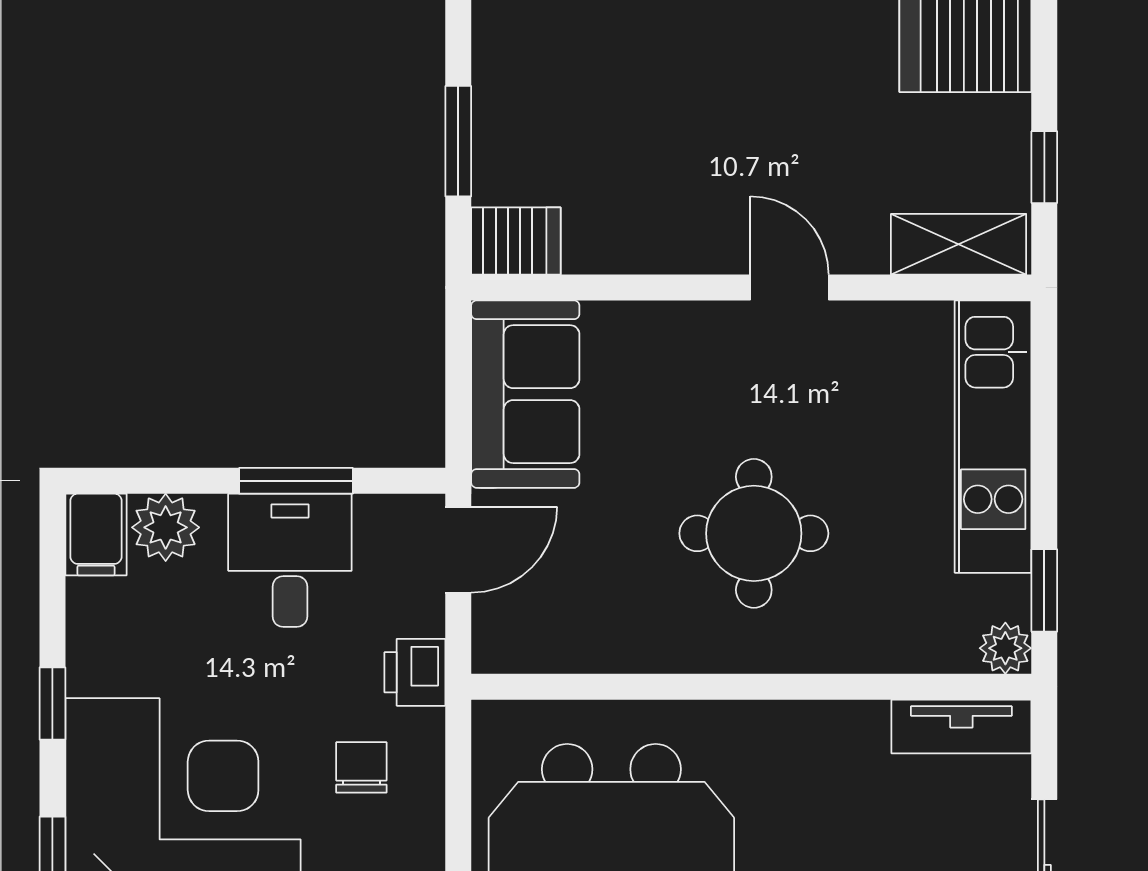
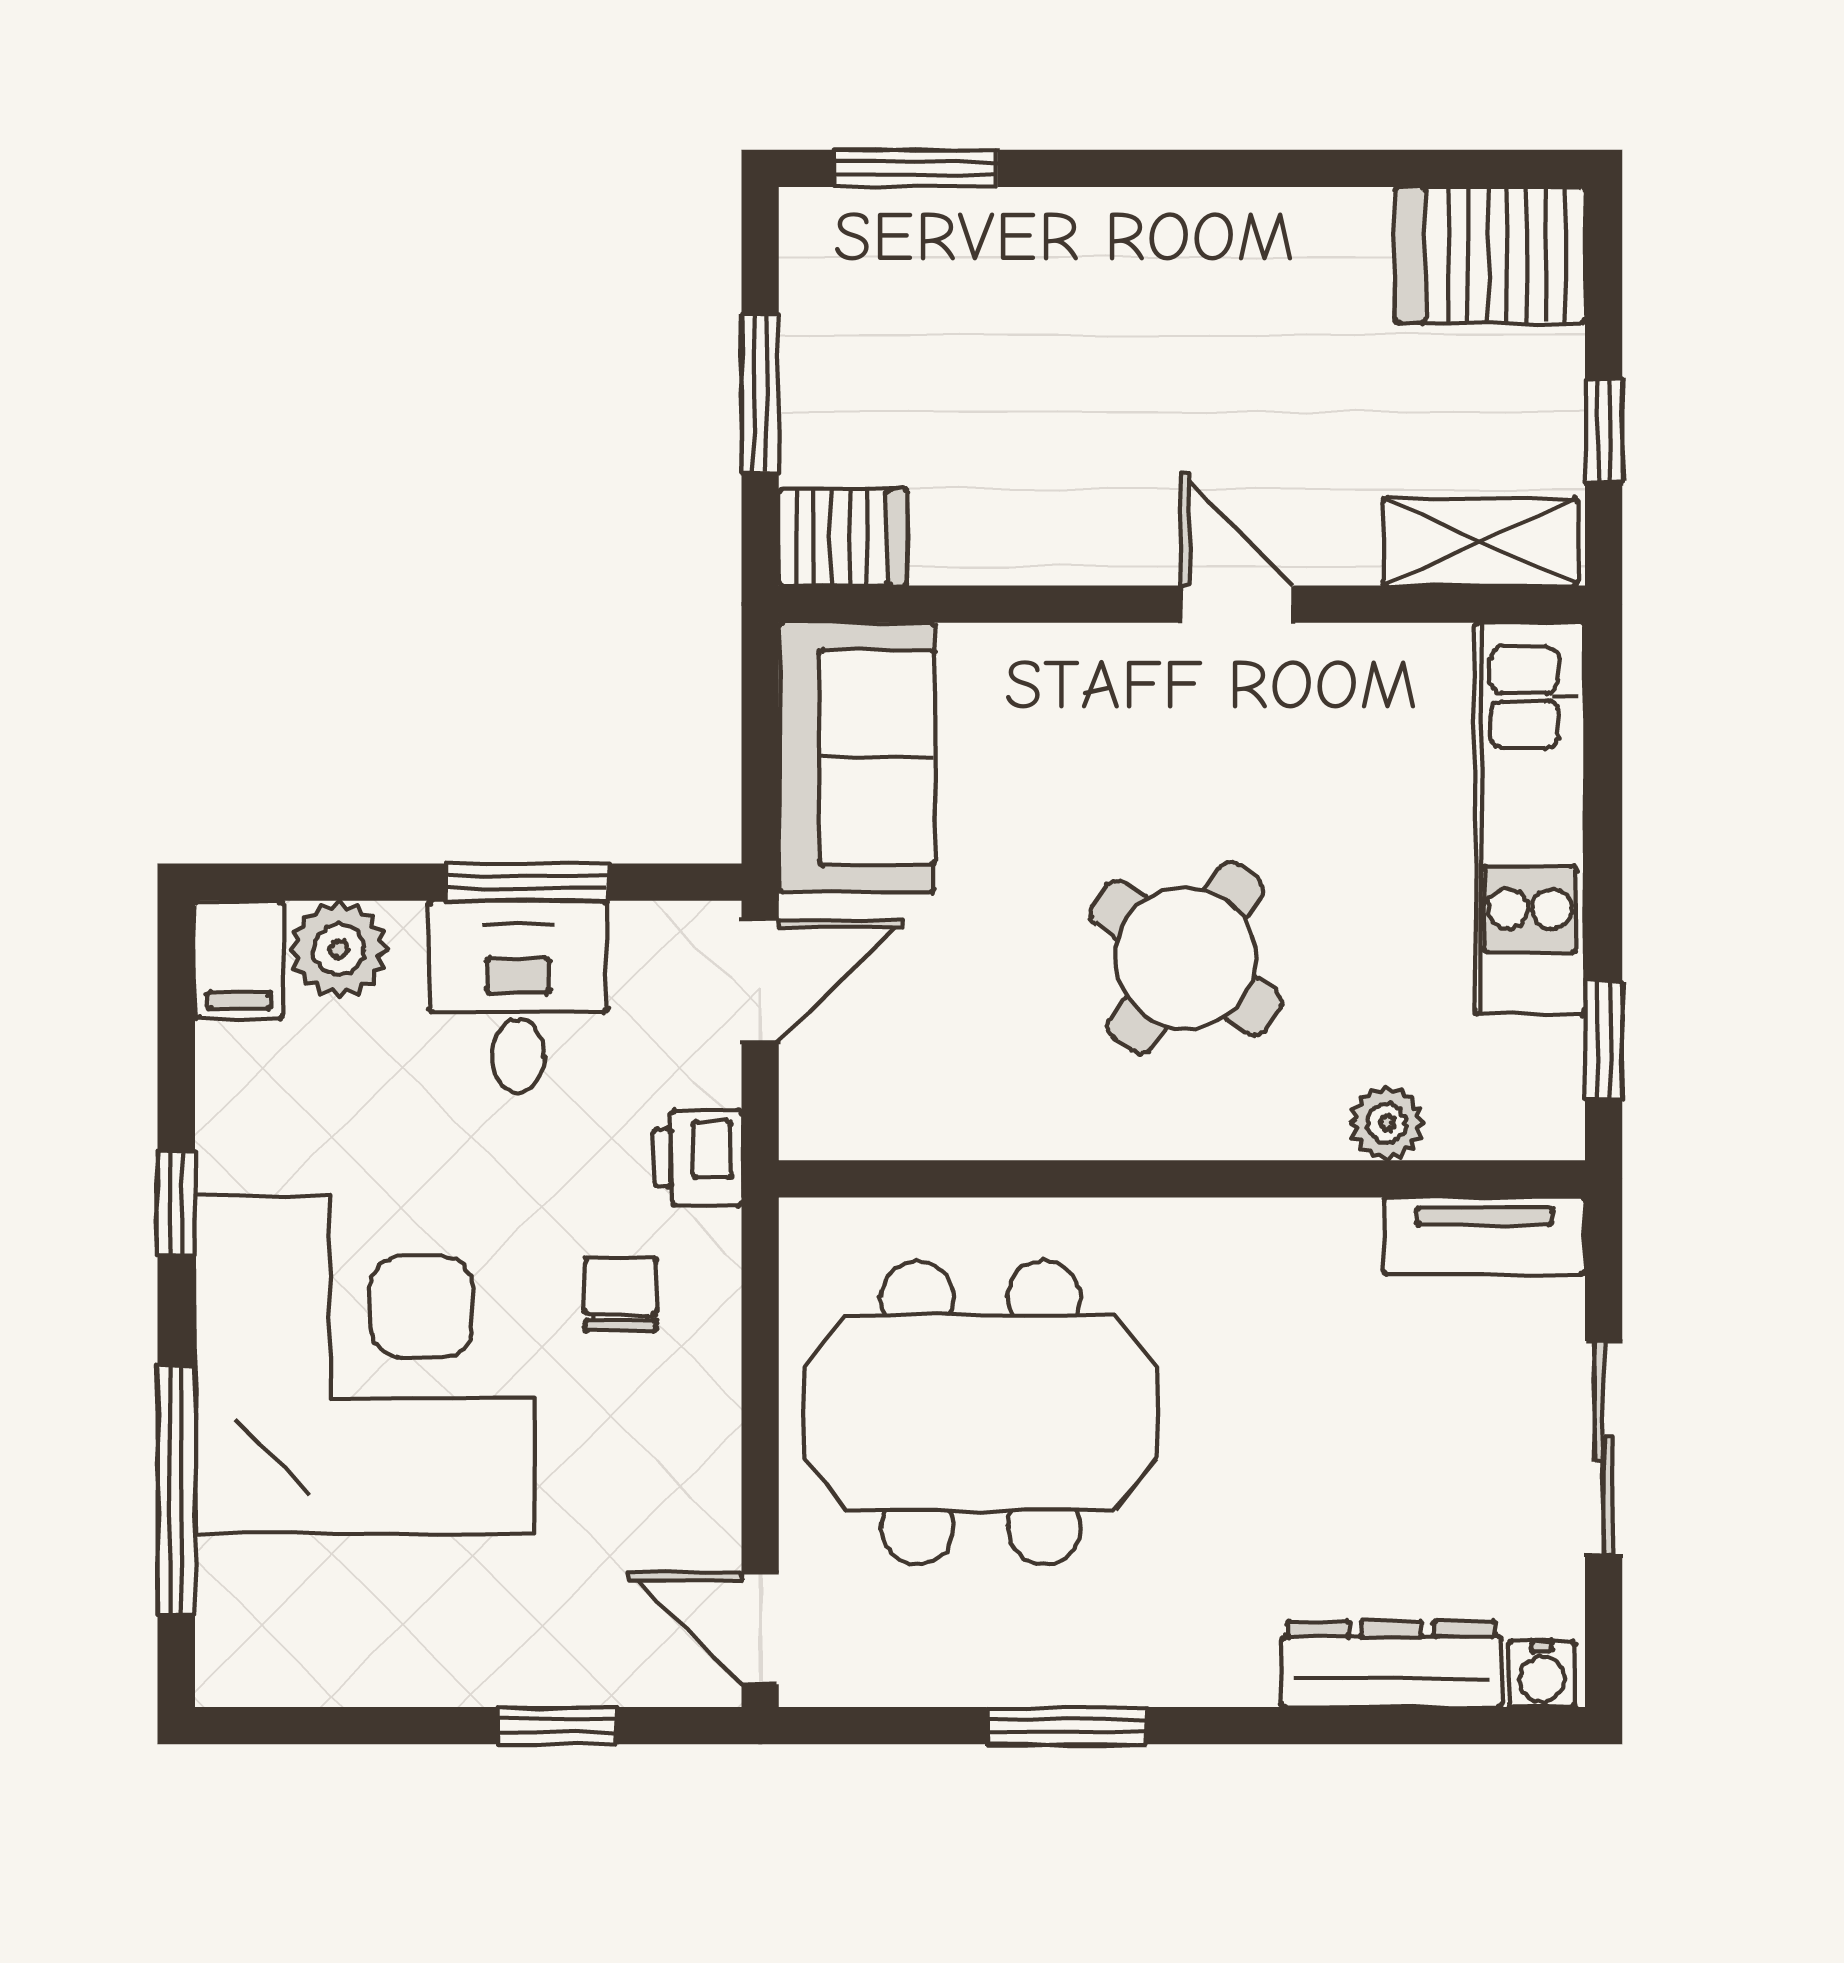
round table: (754, 533) -> (1186, 958), turned 36
plant: (1005, 648) -> (1387, 1123), moved

